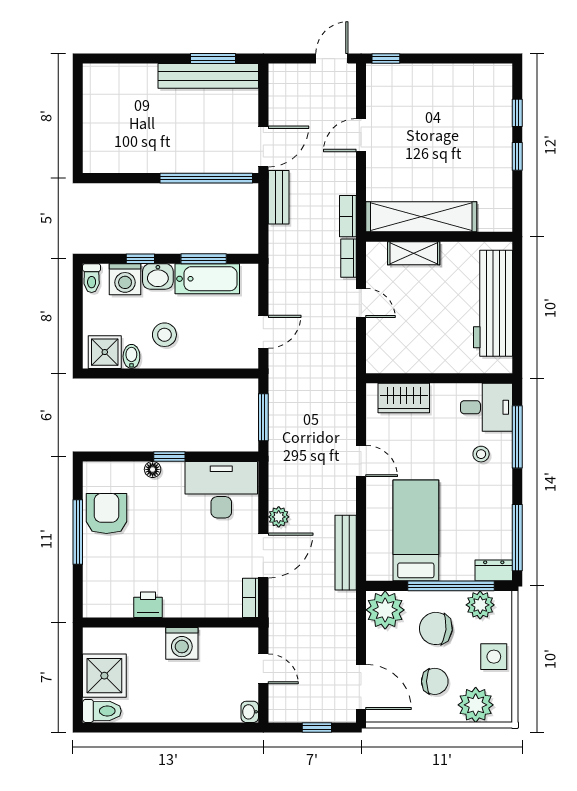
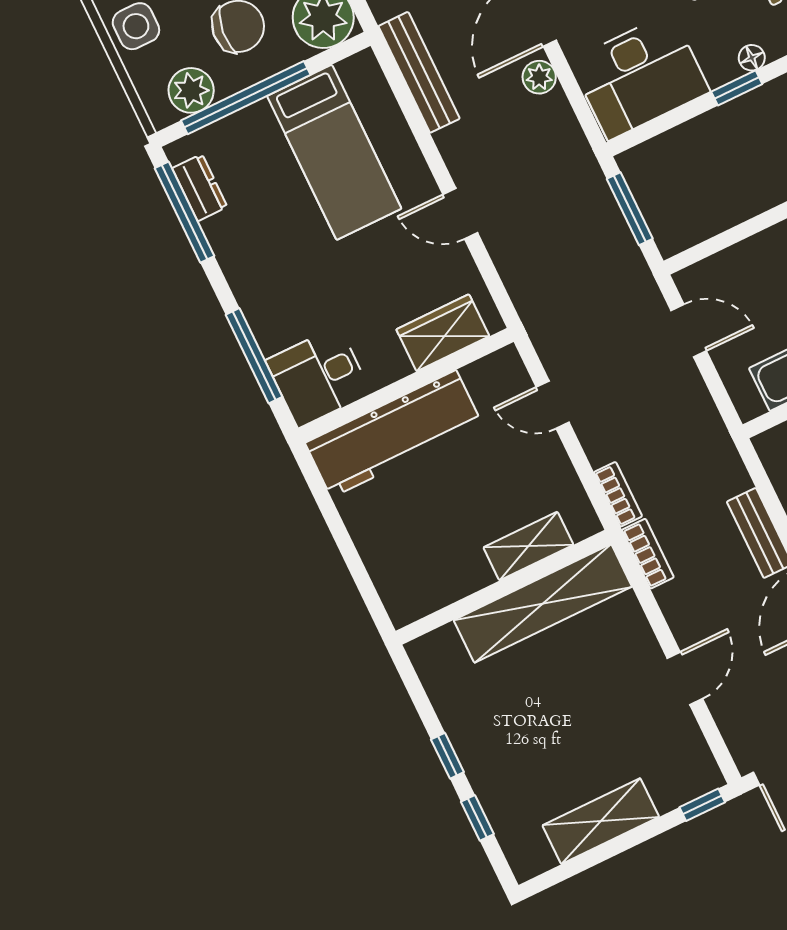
shelving: (448, 77) -> (601, 821), added
door: (361, 303) -> (553, 405), moved
workbench: (493, 303) -> (394, 434), moved, turned 90
door: (263, 332) -> (689, 331), swing flipped
stool: (481, 454) -> (294, 306), removed
dresser: (494, 570) -> (200, 188), moved, turned -90

